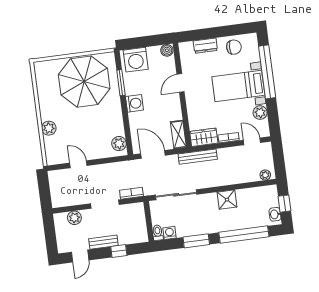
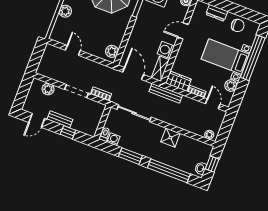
washing machine: (134, 103) -> (166, 50), moved, turned 180

